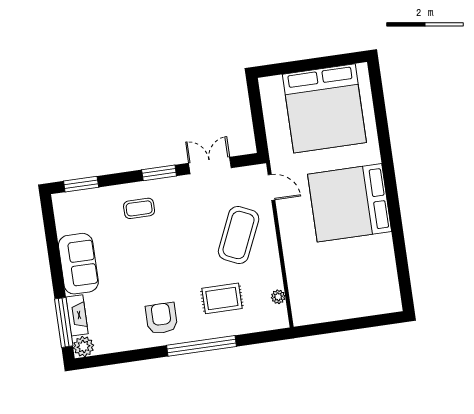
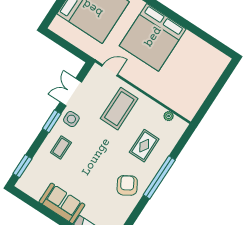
side table: (181, 192) -> (71, 119), added
coffee table: (239, 235) -> (119, 109), turned 66
armchair: (161, 318) -> (127, 185), turned 60

